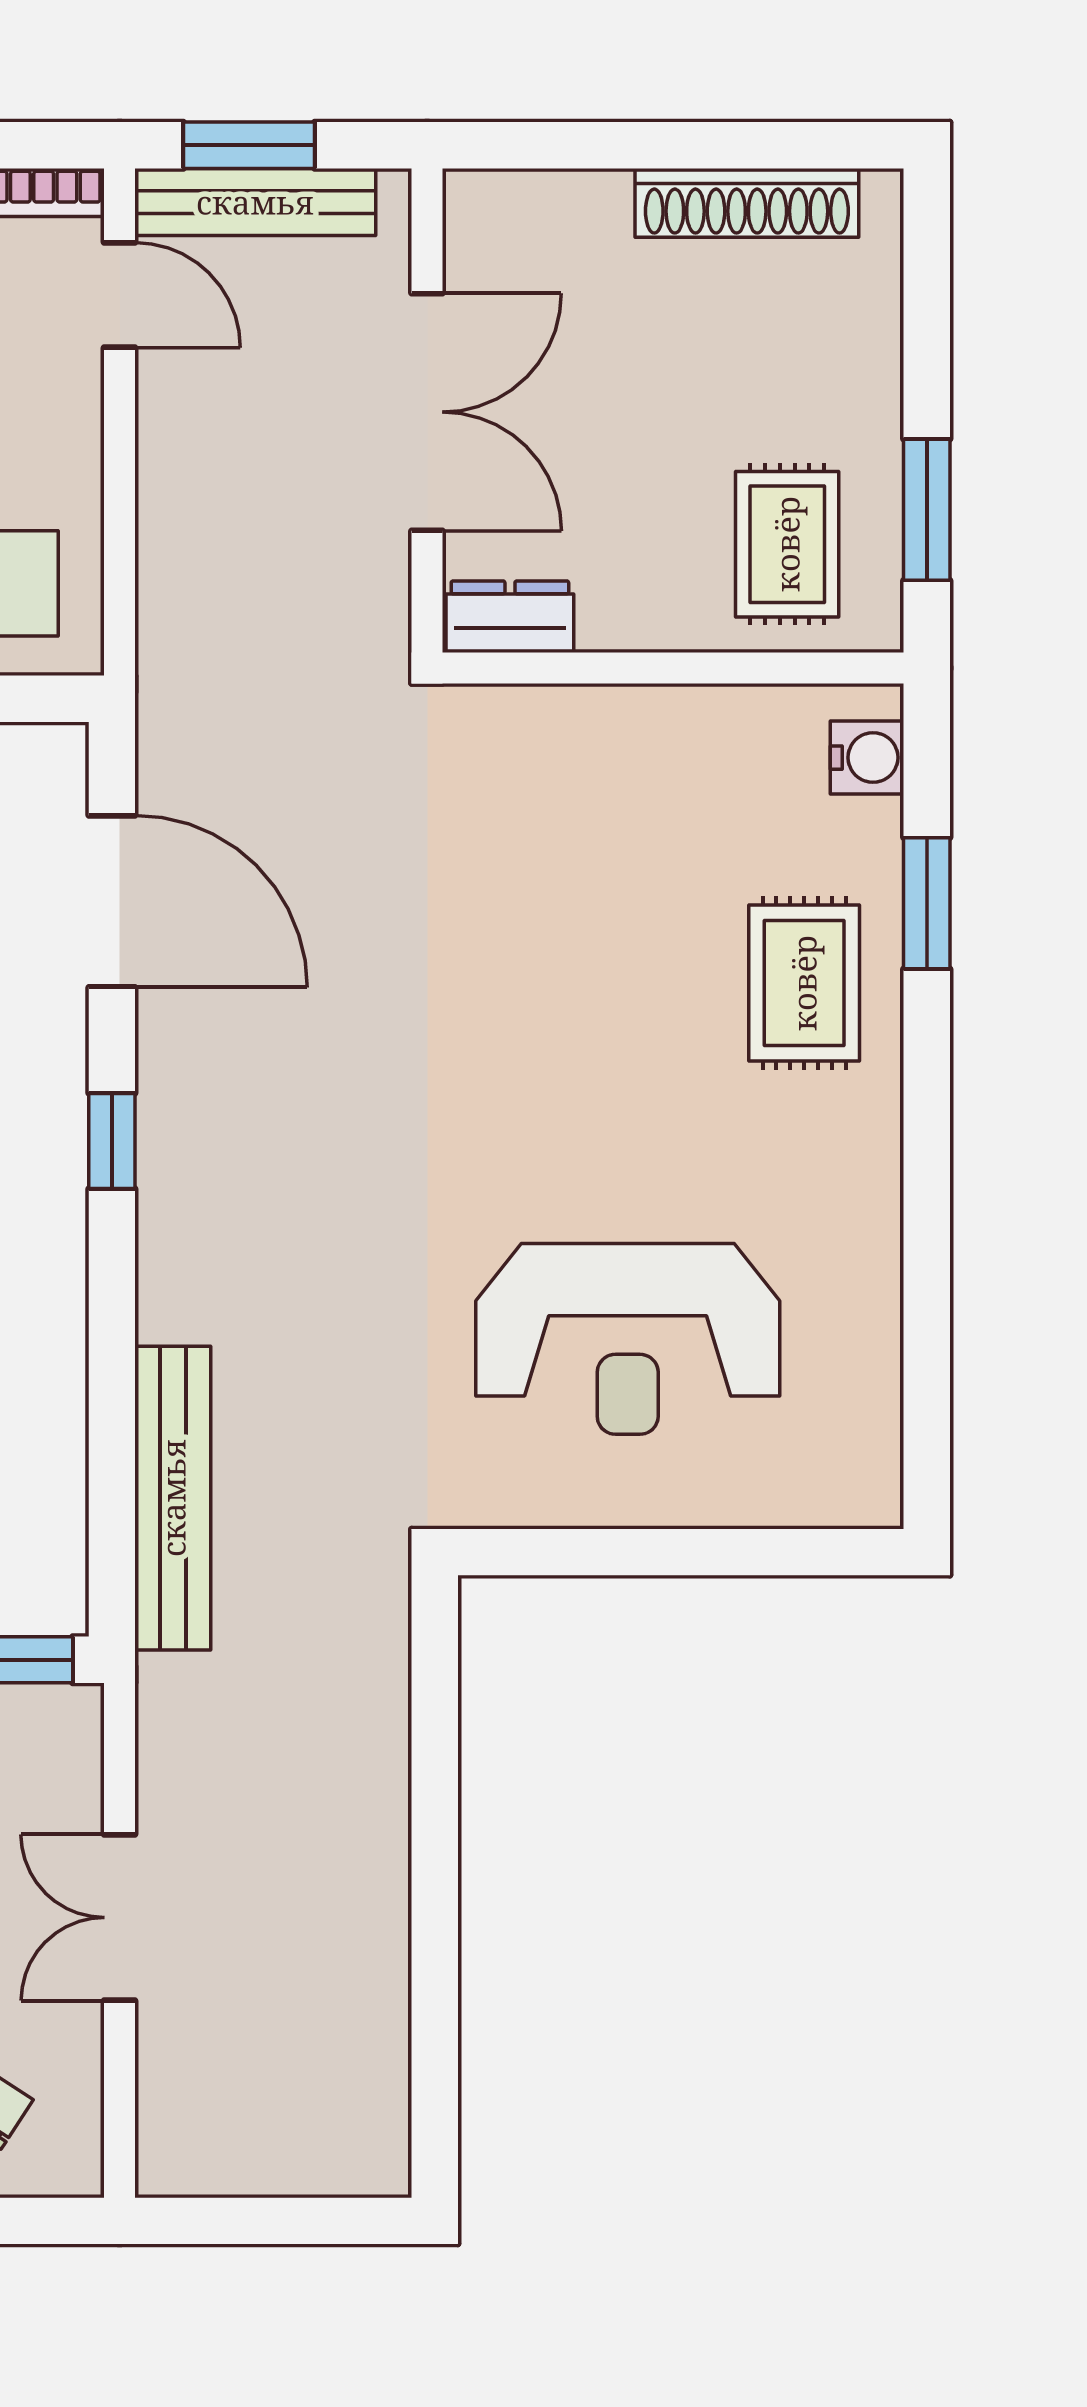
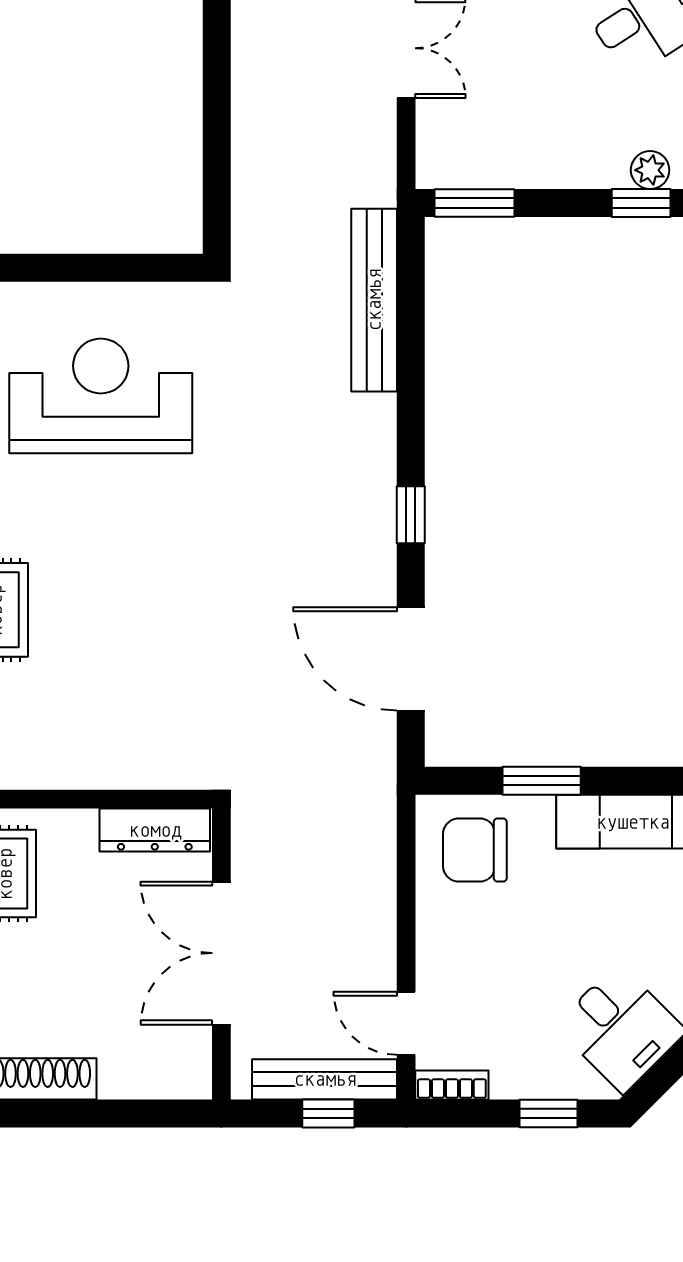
window: (249, 145) -> (328, 1113), width x0.67
dresser: (510, 617) -> (155, 830), width x1.44

